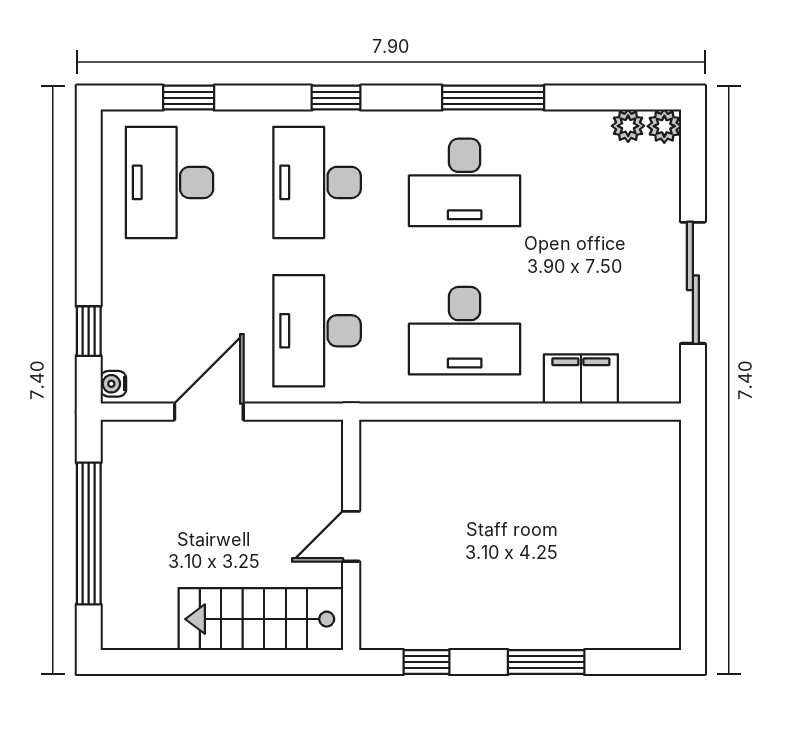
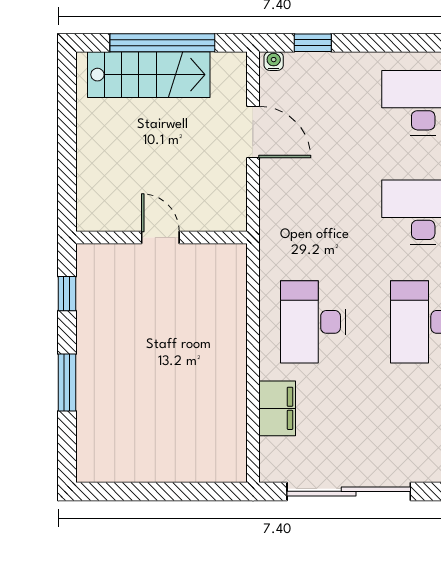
sliding door: (693, 283) -> (349, 491), width x1.36
desk: (317, 331) -> (313, 212), removed
stairs: (261, 619) -> (149, 75), moved, turned 90

